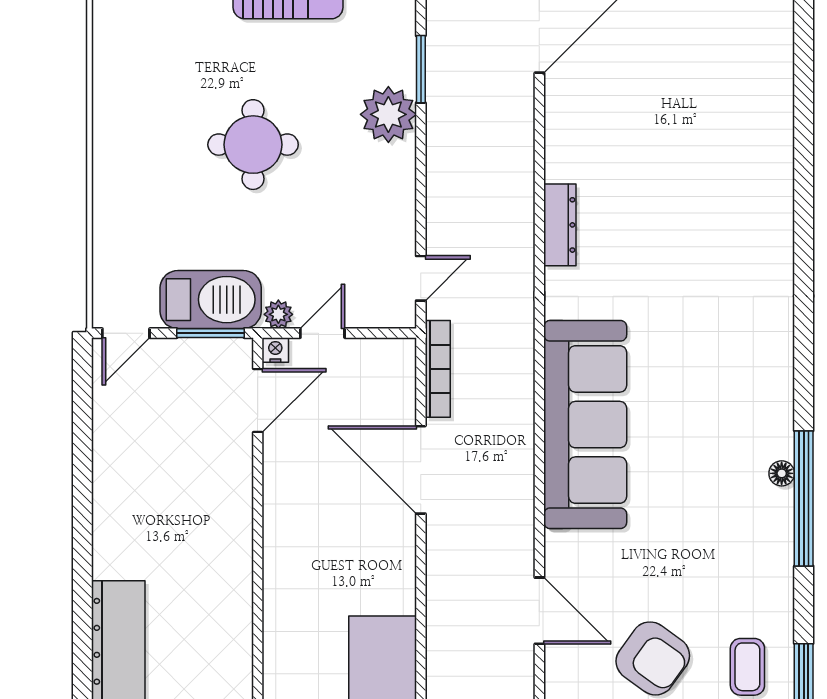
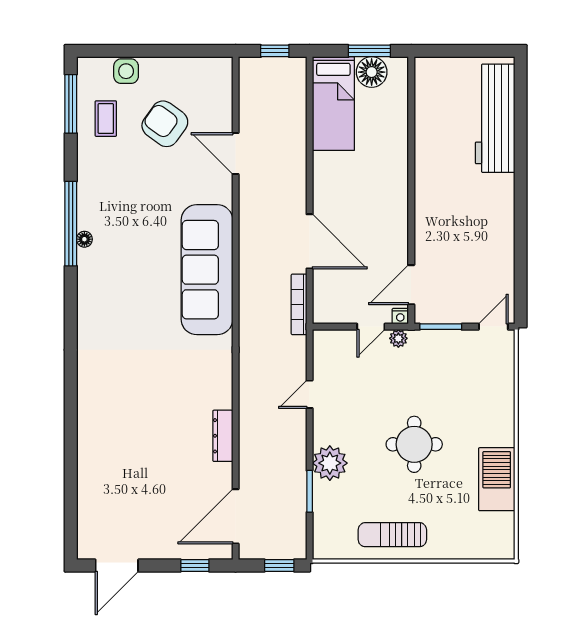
dresser: (560, 225) -> (223, 436), moved
door: (421, 278) -> (310, 394), moved
barbecue: (211, 300) -> (497, 479), moved, turned 90

